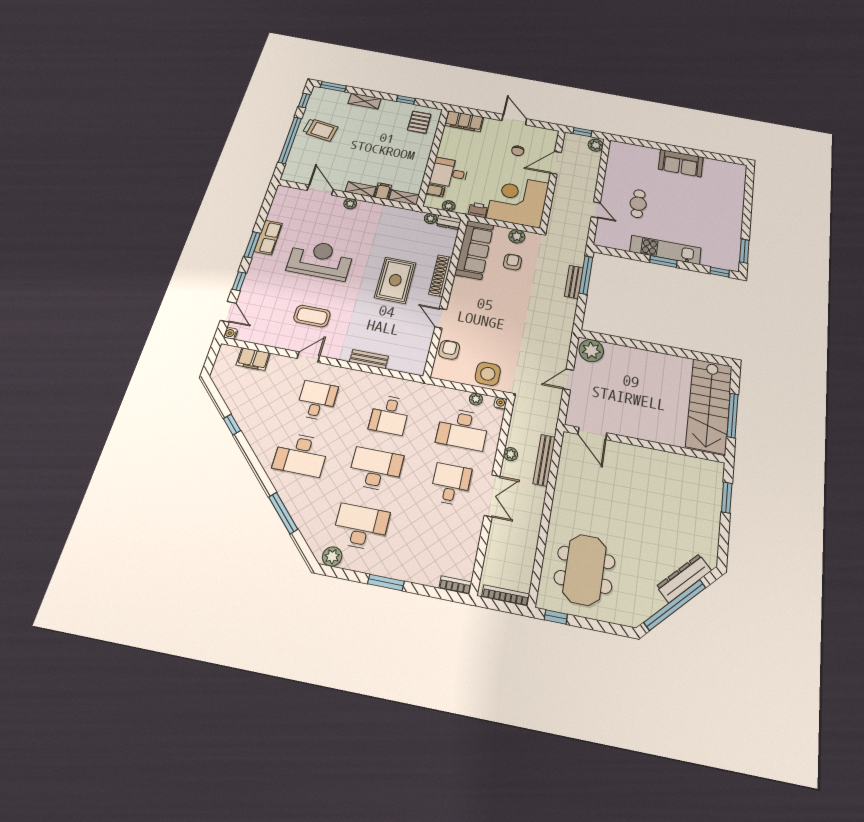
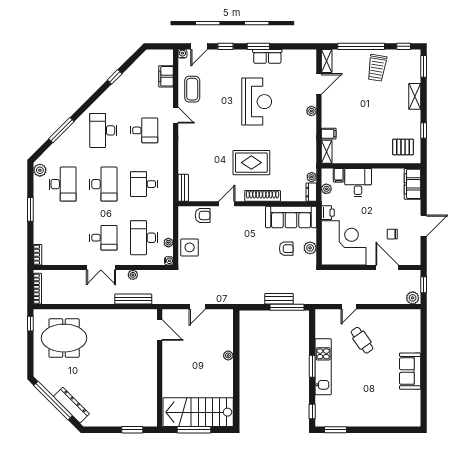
shelving: (361, 189) -> (327, 61), moved
cafe table: (638, 204) -> (362, 340), turned 55
coffee table: (312, 316) -> (192, 89), moved
plant: (591, 350) -> (228, 355), moved, width x0.53, depth x0.53
bench: (369, 359) -> (183, 188), moved
door: (568, 379) -> (197, 307), swing flipped
door: (592, 433) -> (160, 330), swing flipped

